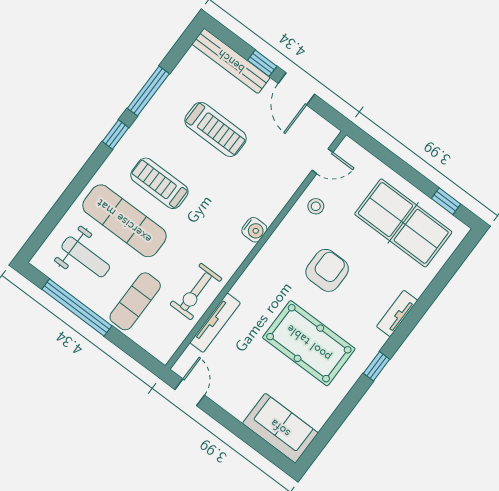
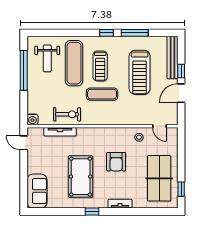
treadmill: (215, 129) -> (140, 72), width x1.37, depth x1.38
treadmill: (159, 183) -> (100, 66), turned 180
water cooler: (254, 230) -> (33, 119), moved
armchair: (327, 270) -> (116, 162), turned 90
exercise bike: (196, 292) -> (67, 114), turned 180
exercise mat: (135, 301) -> (102, 94), moved
door: (190, 392) -> (24, 143), swing flipped

